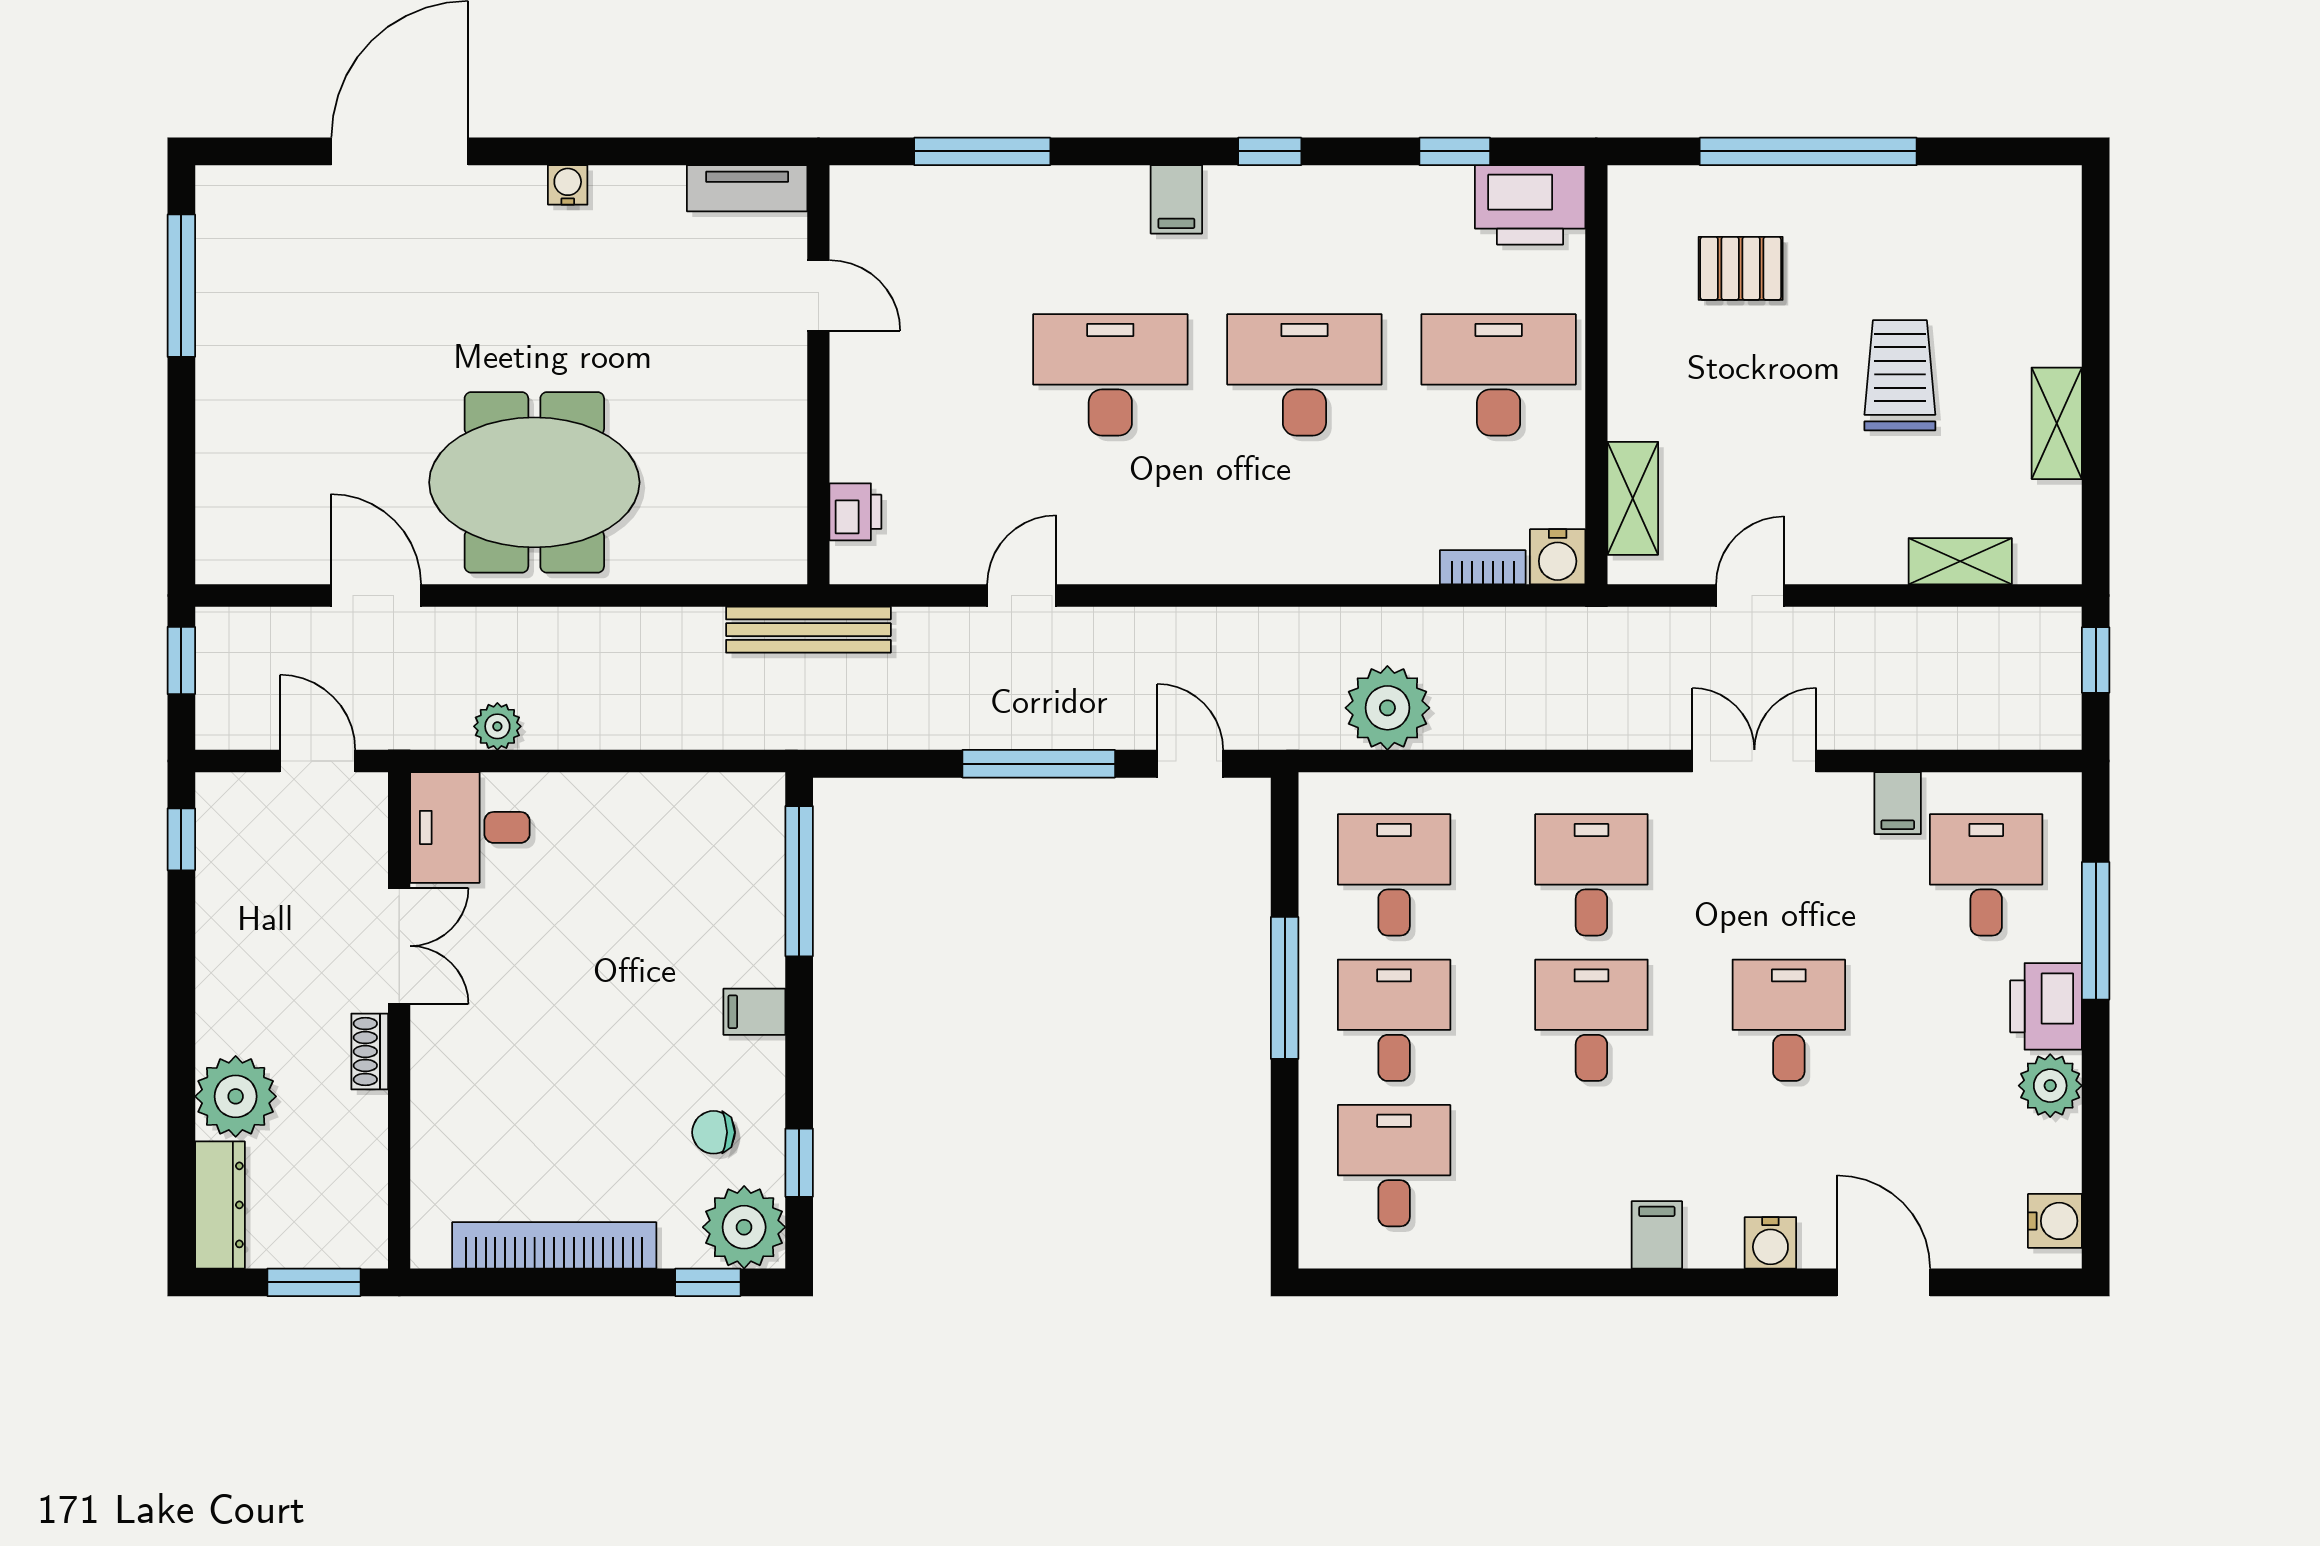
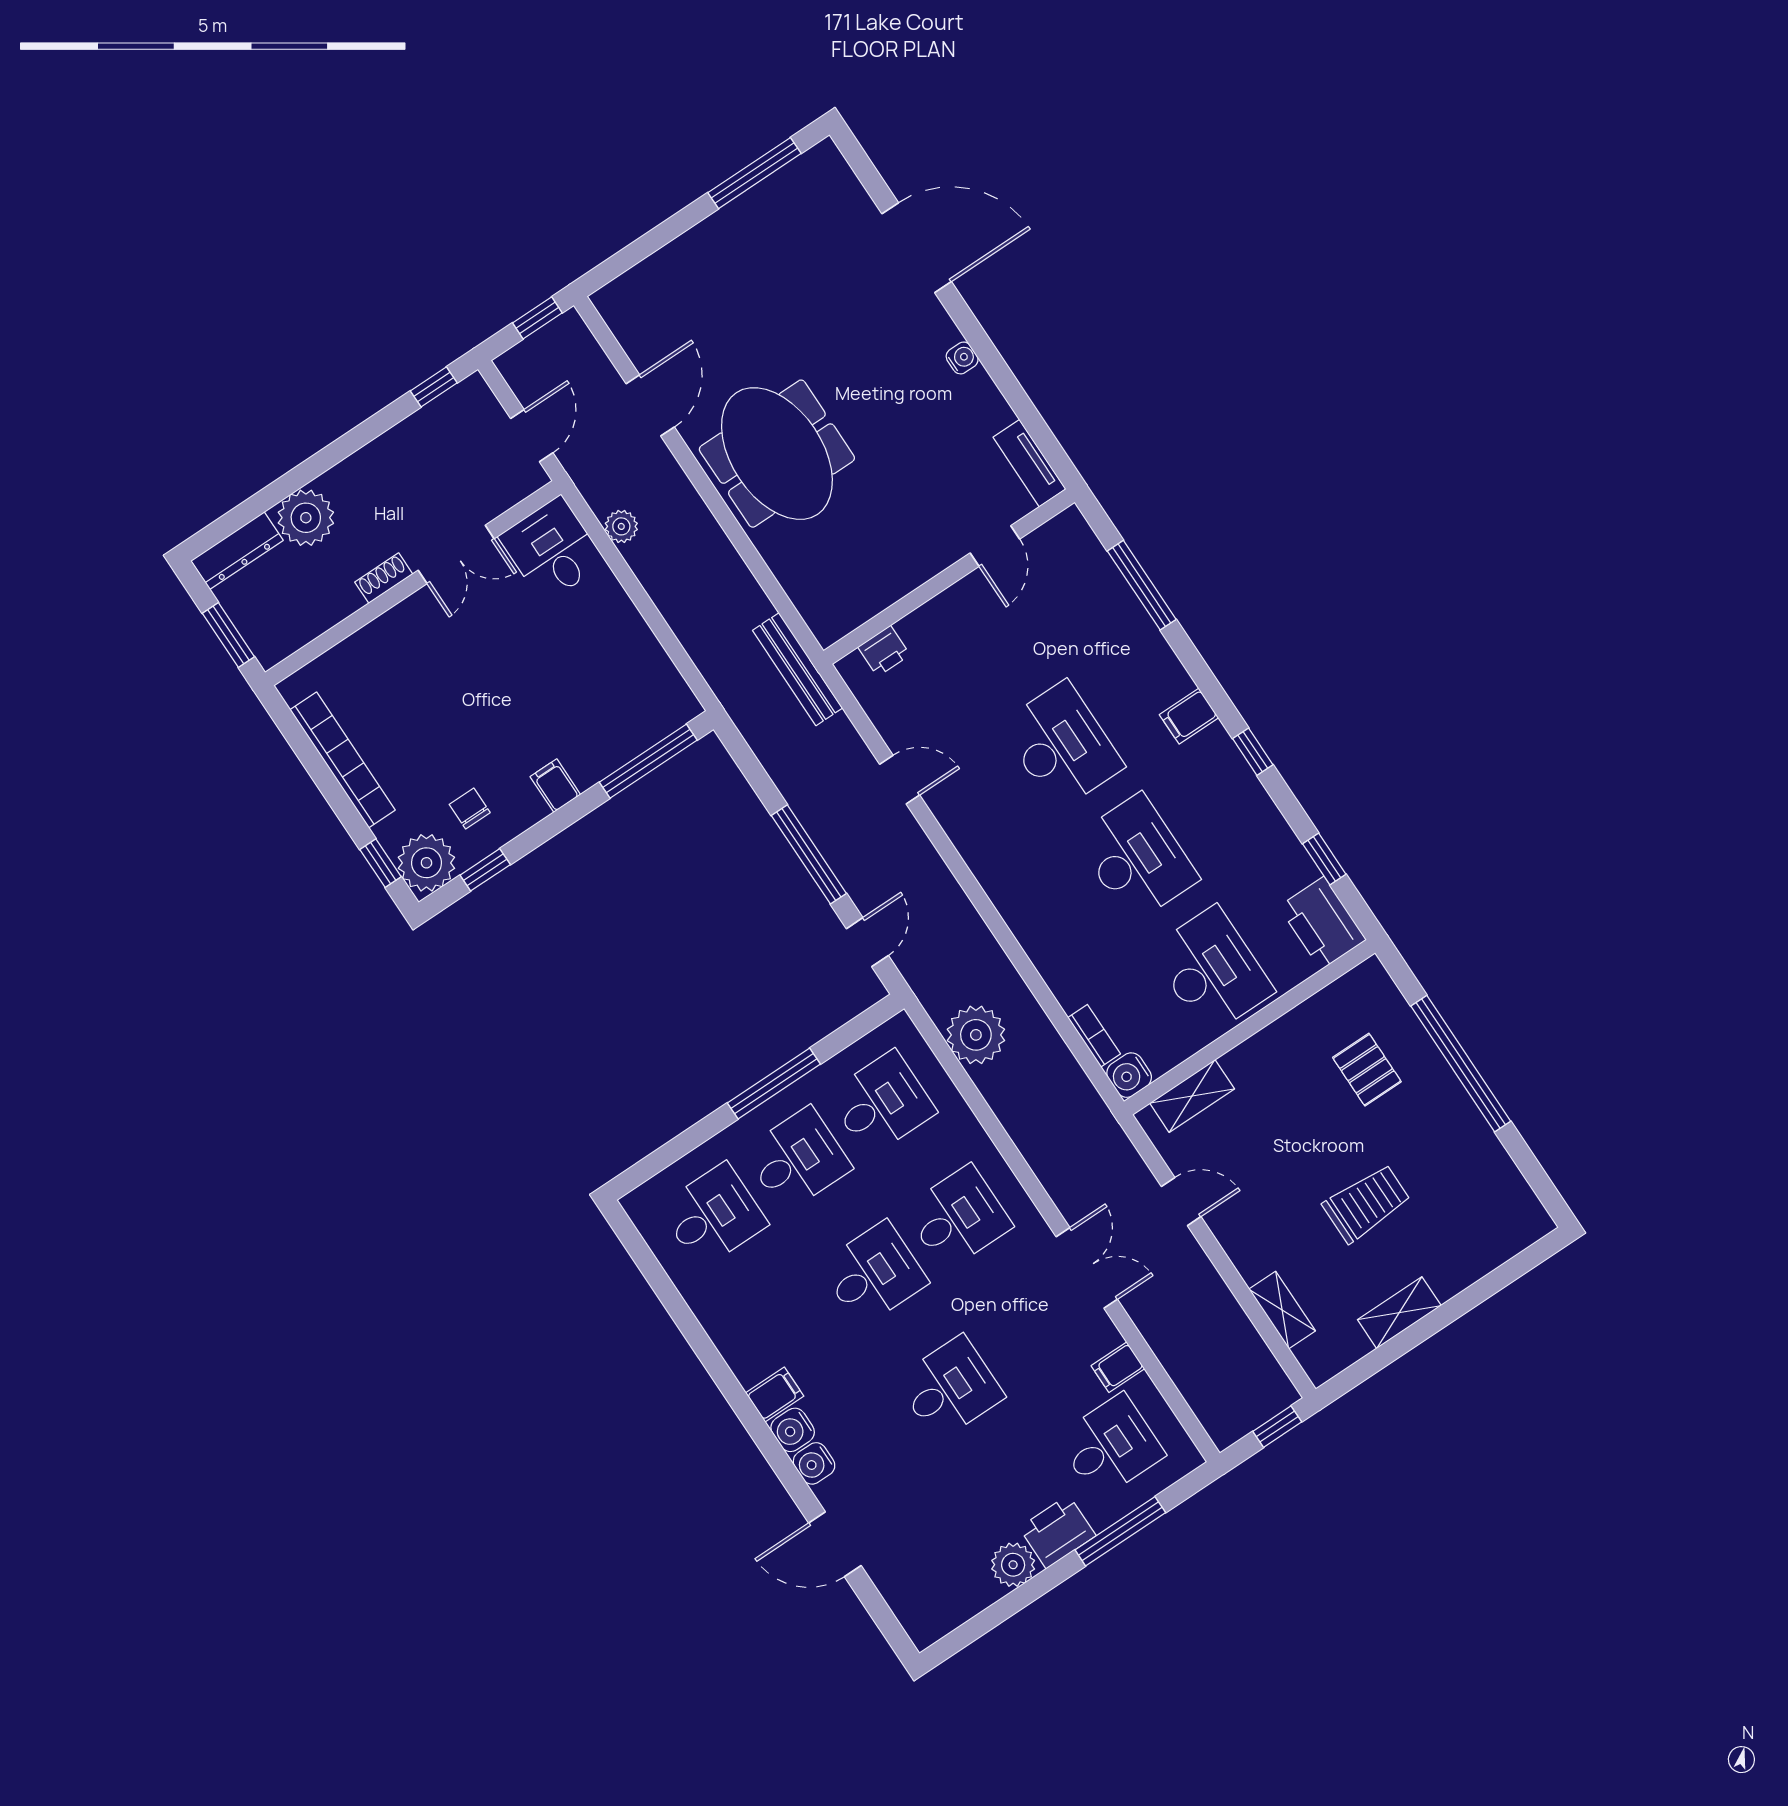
water cooler: (2055, 1221) -> (793, 1430), moved, turned 90
door: (1884, 1282) -> (835, 1544), swing flipped

